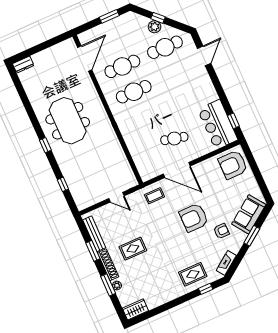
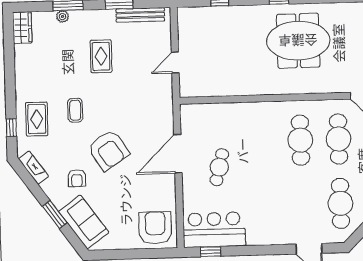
coffee table: (155, 196) -> (75, 110), moved
armchair: (194, 218) -> (108, 150), turned 147
shoe rack: (108, 265) -> (94, 16), removed

